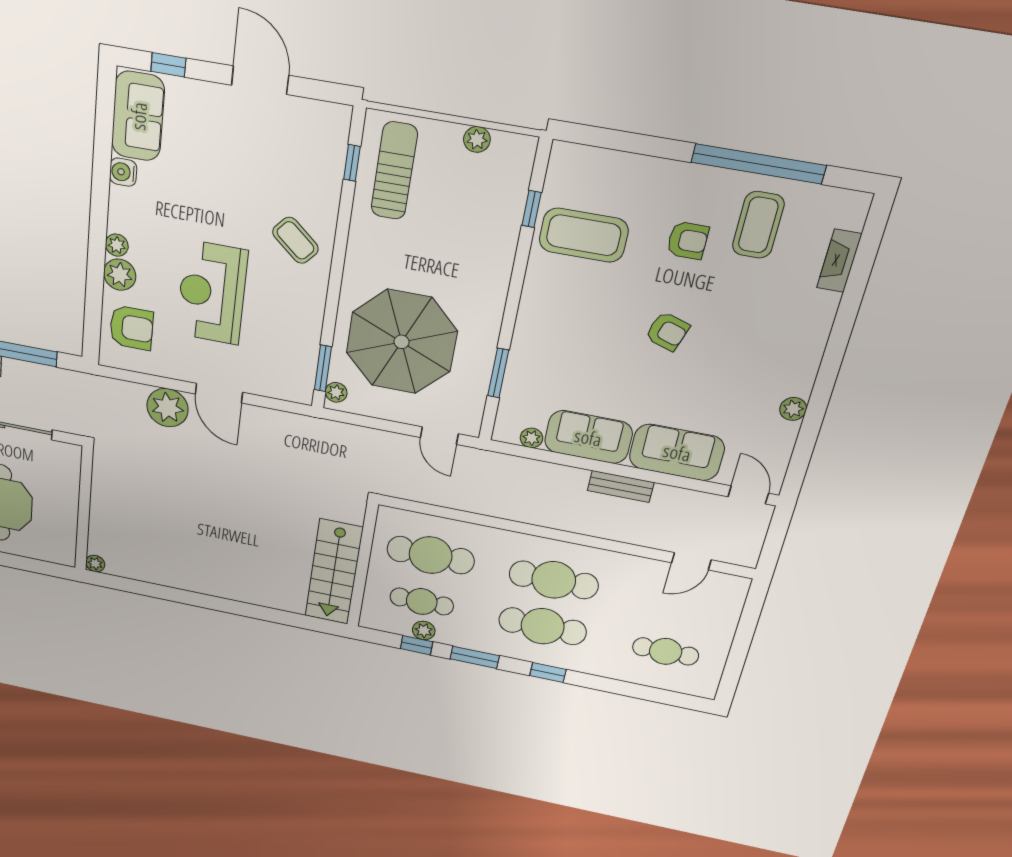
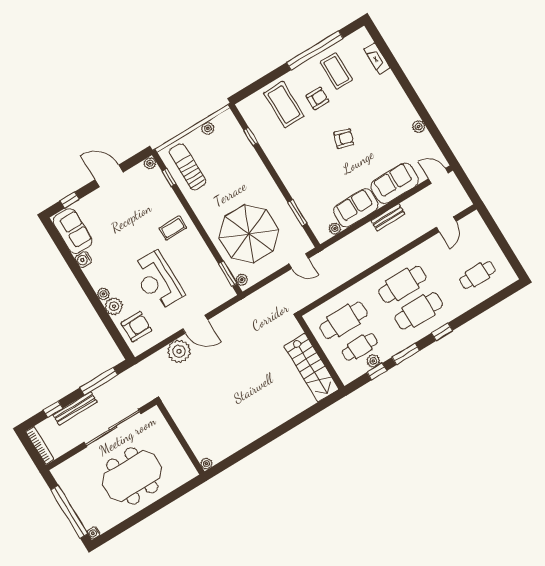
plant: (340, 115) -> (150, 163), added
coffee table: (584, 235) -> (284, 105), moved, turned 90
coffee table: (295, 240) -> (173, 228), turned -41

